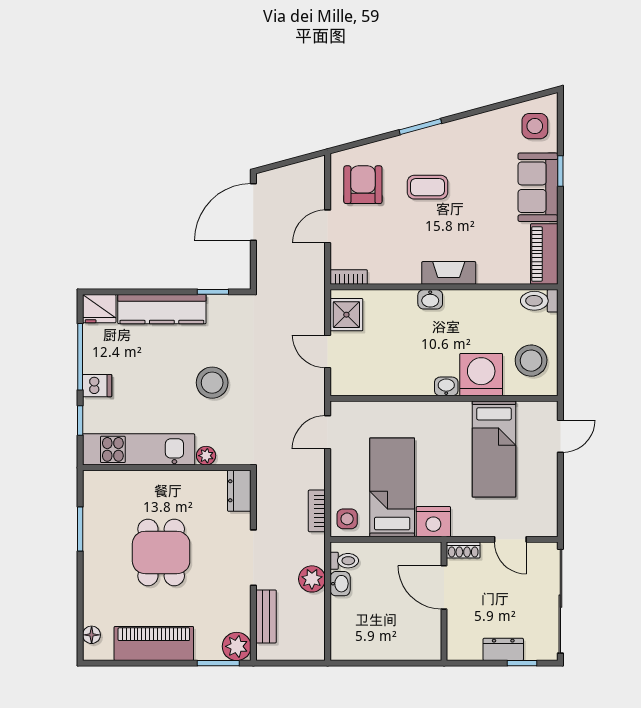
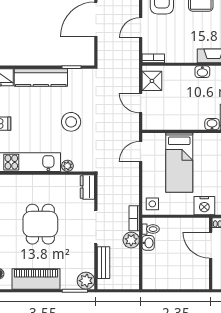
bed: (392, 487) -> (179, 163), moved, turned 180
bookcase: (317, 511) -> (134, 218), moved

